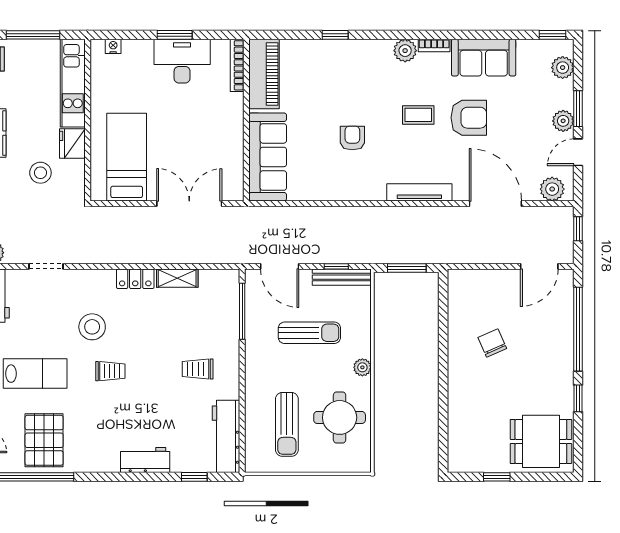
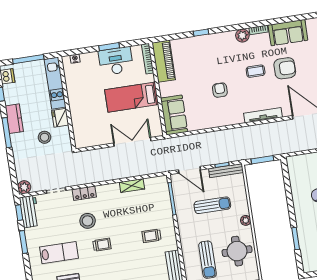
bed: (127, 157) -> (132, 97), moved, turned -90
sofa: (268, 157) -> (174, 115), width x0.73
locker: (135, 279) -> (84, 193), moved
window: (443, 412) -> (296, 239), added

